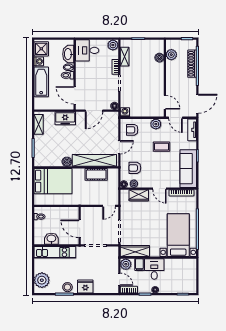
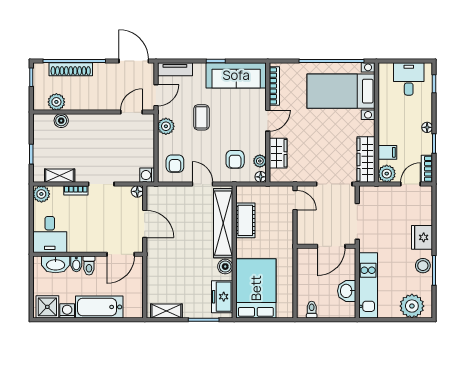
freezer: (65, 118) -> (222, 297), moved, turned 180
desk: (154, 269) -> (409, 79), moved, turned 90

